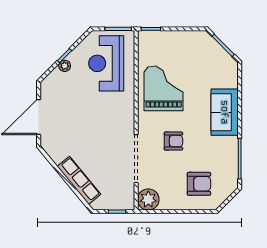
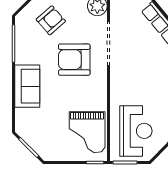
grand piano: (164, 88) -> (87, 132), moved
armchair: (173, 141) -> (74, 60), width x1.88, depth x1.88
armchair: (199, 184) -> (51, 20), turned 139

